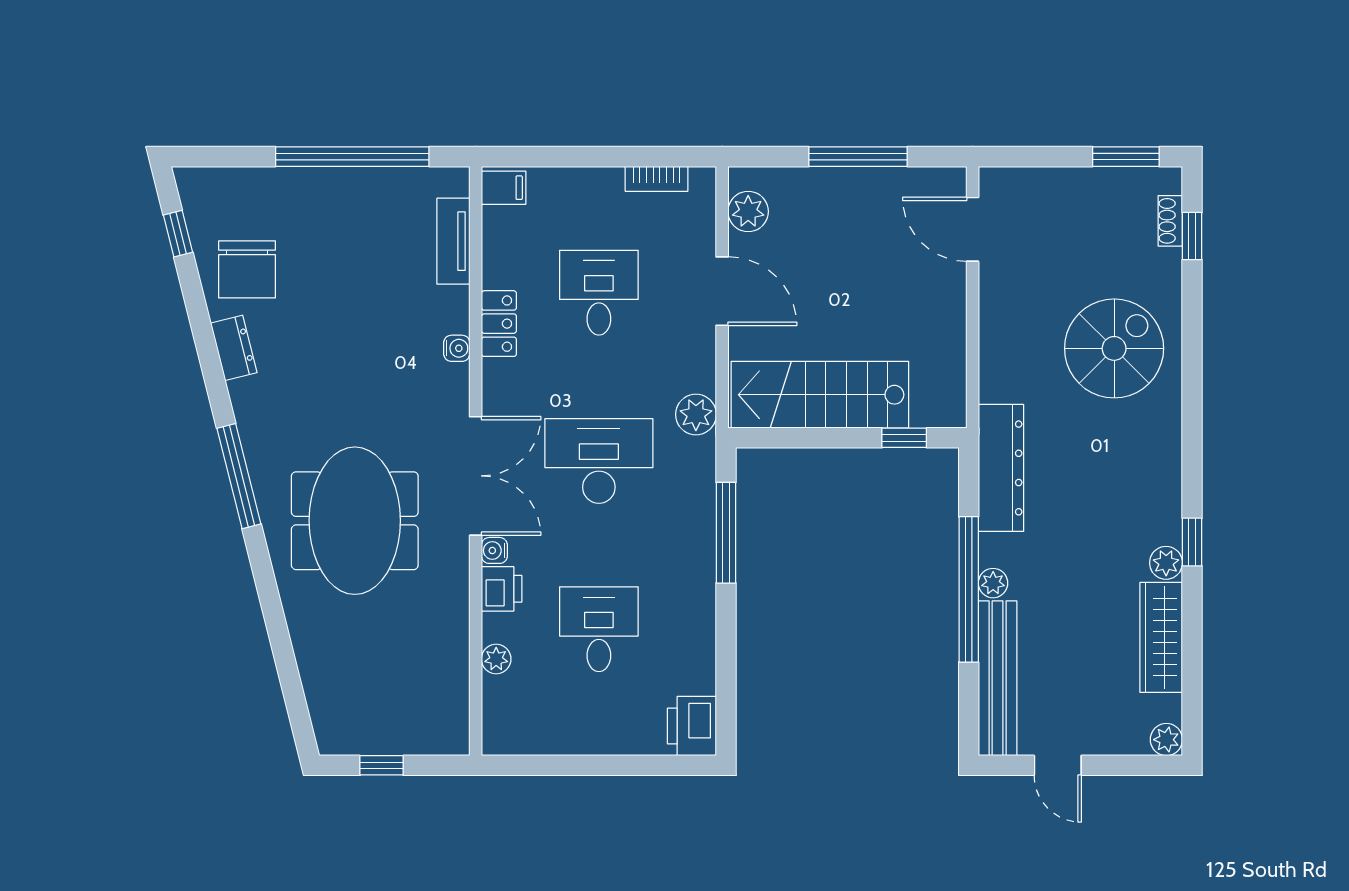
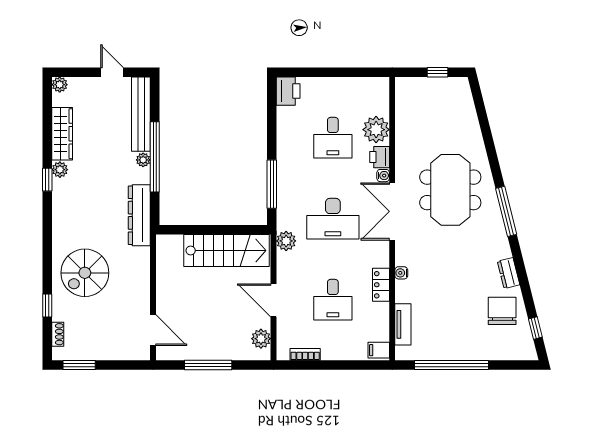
window: (1192, 236) -> (47, 306), moved
window: (904, 438) -> (186, 230), removed
plant: (496, 659) -> (376, 130), width x1.88, depth x1.88

